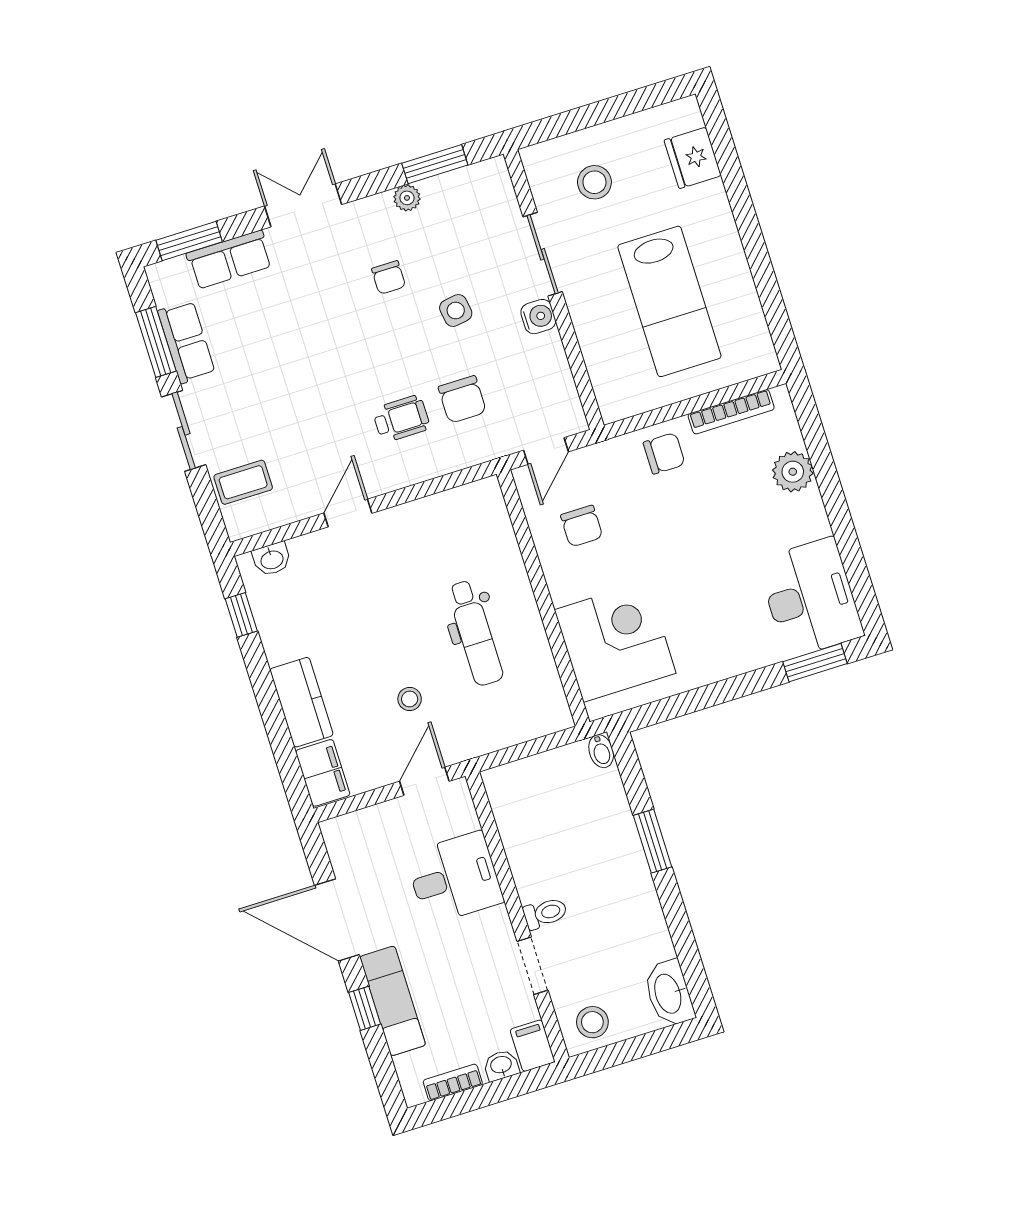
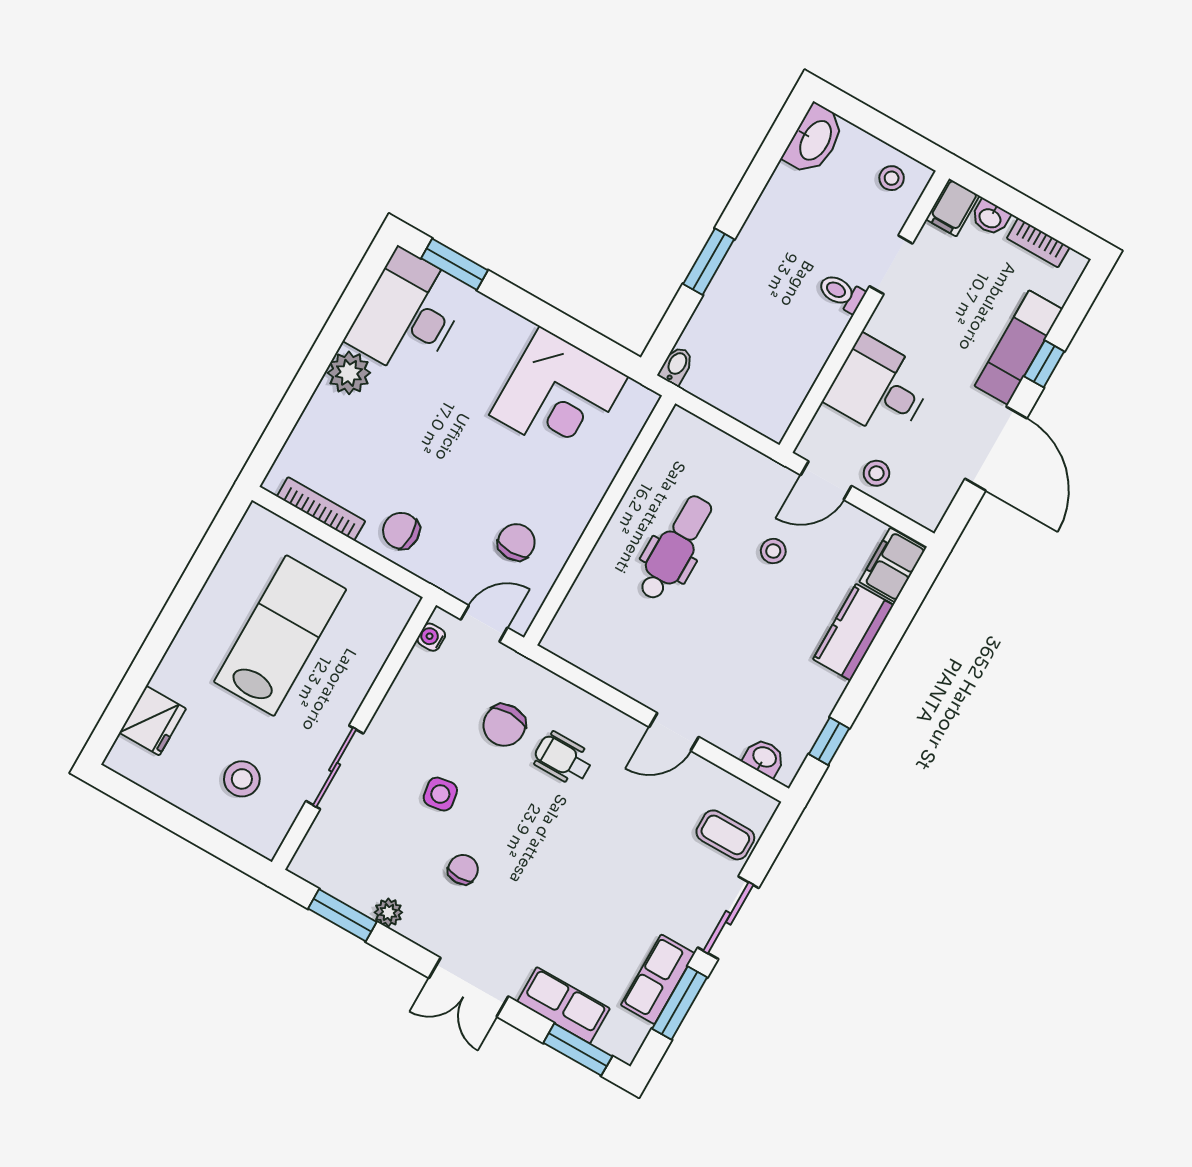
water cooler: (538, 317) -> (431, 637), moved, width x0.72, depth x0.72
chair: (462, 399) -> (504, 725), turned 180
plant: (793, 472) -> (349, 373), moved
corner desk: (615, 641) -> (559, 396), moved, turned -90
stool: (397, 821) -> (876, 473), added
stool: (592, 1022) -> (892, 178), width x0.73, depth x0.73

